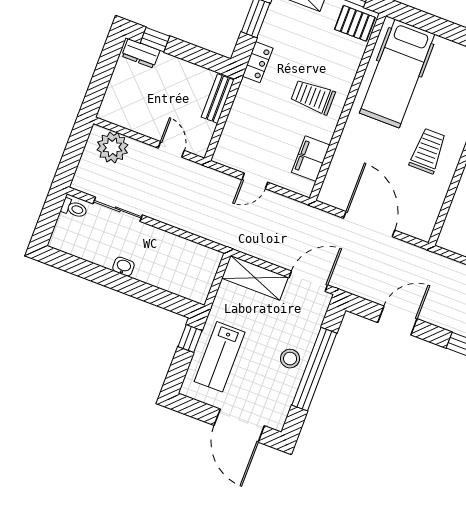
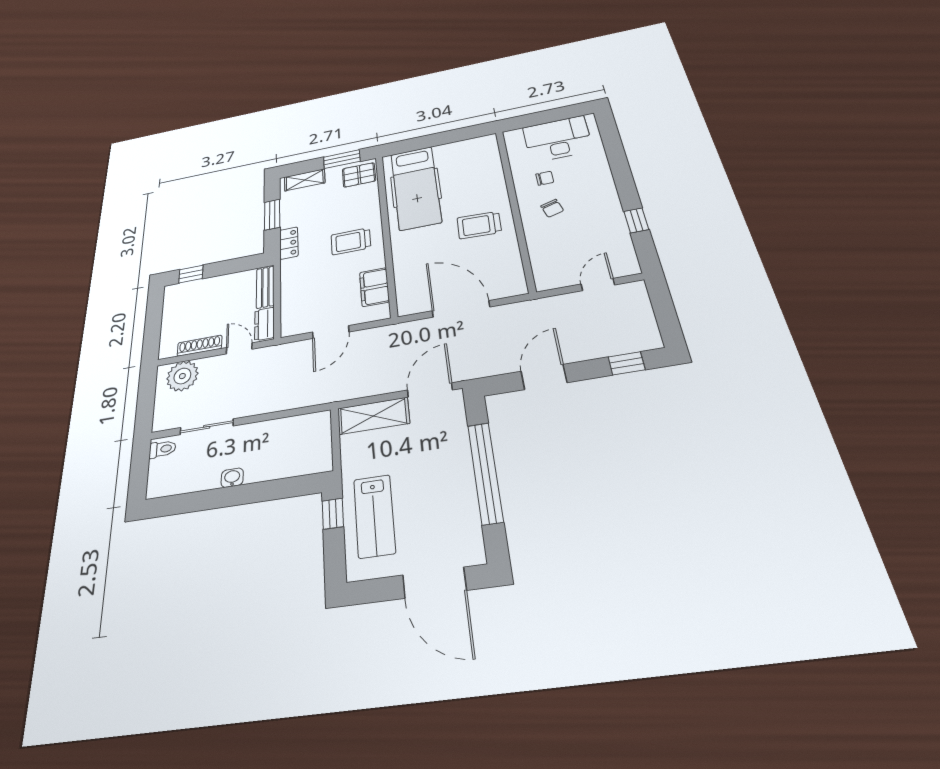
dresser: (141, 53) -> (264, 324), moved, turned 90
shoe rack: (137, 125) -> (200, 346), added
trolley: (428, 151) -> (479, 225), turned -88
door: (255, 181) -> (331, 332), width x1.38
stool: (290, 359) -> (452, 476), removed

